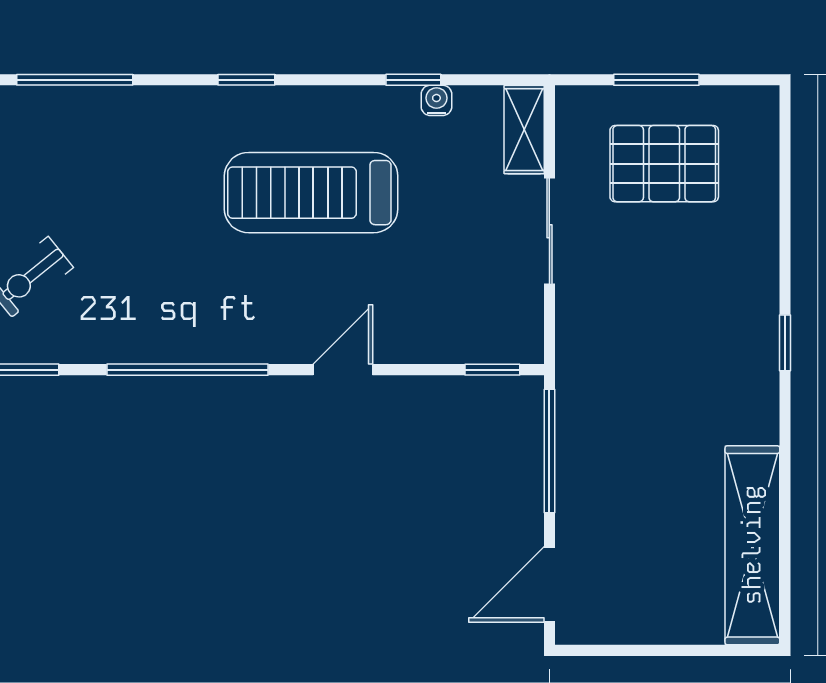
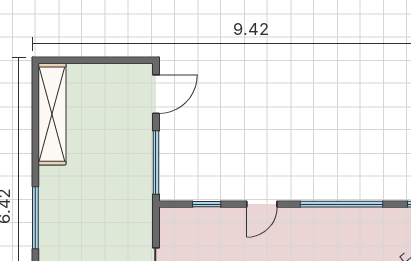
window: (785, 343) -> (35, 218), width x2.17
window: (492, 370) -> (207, 204), moved

